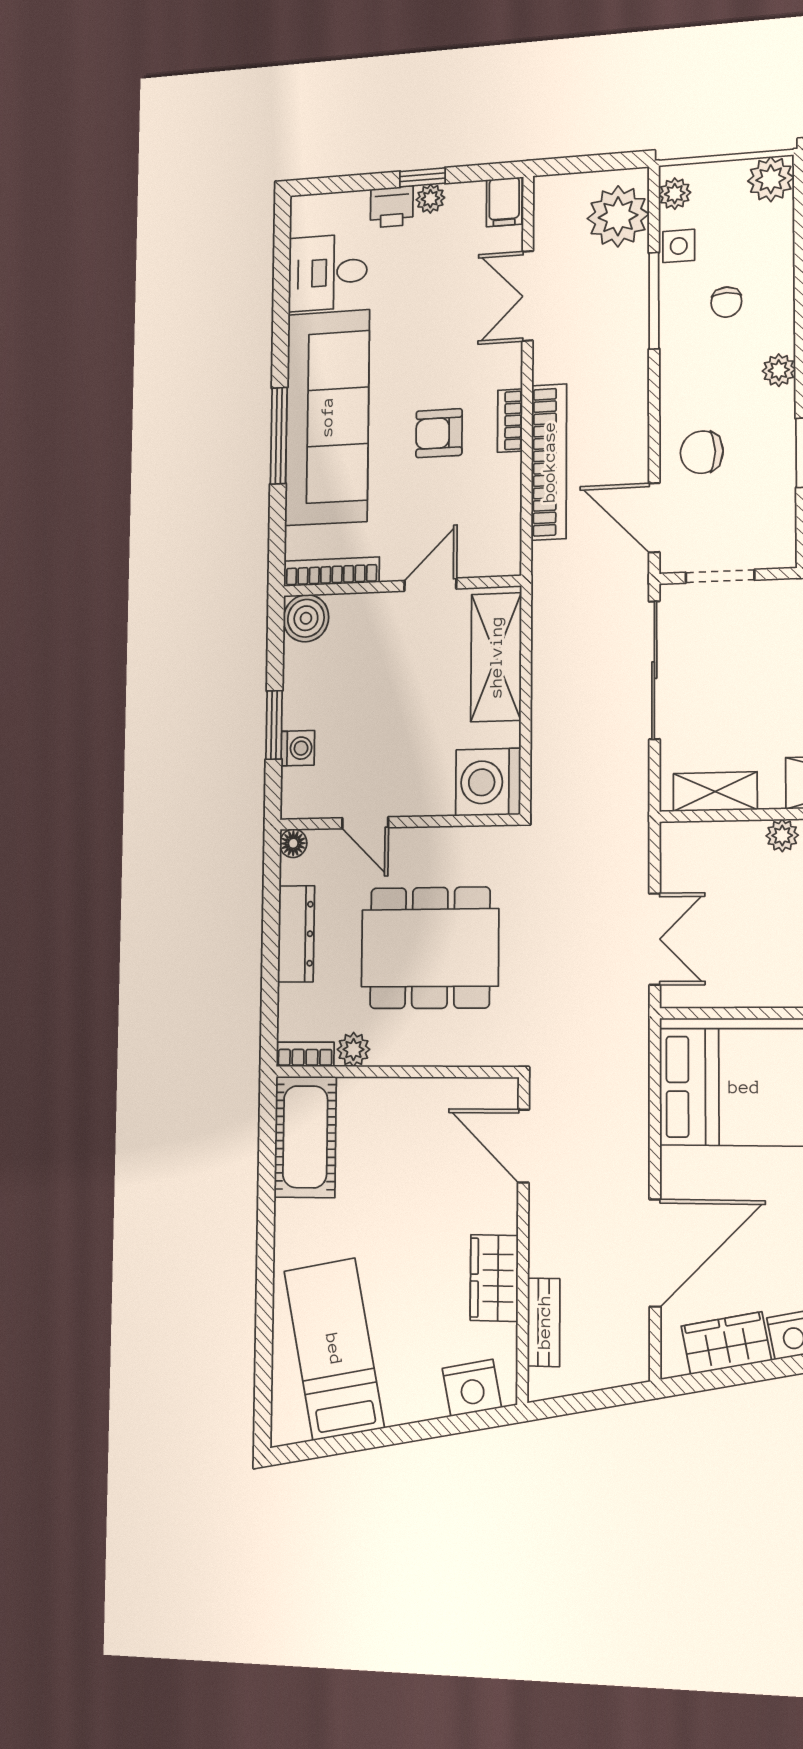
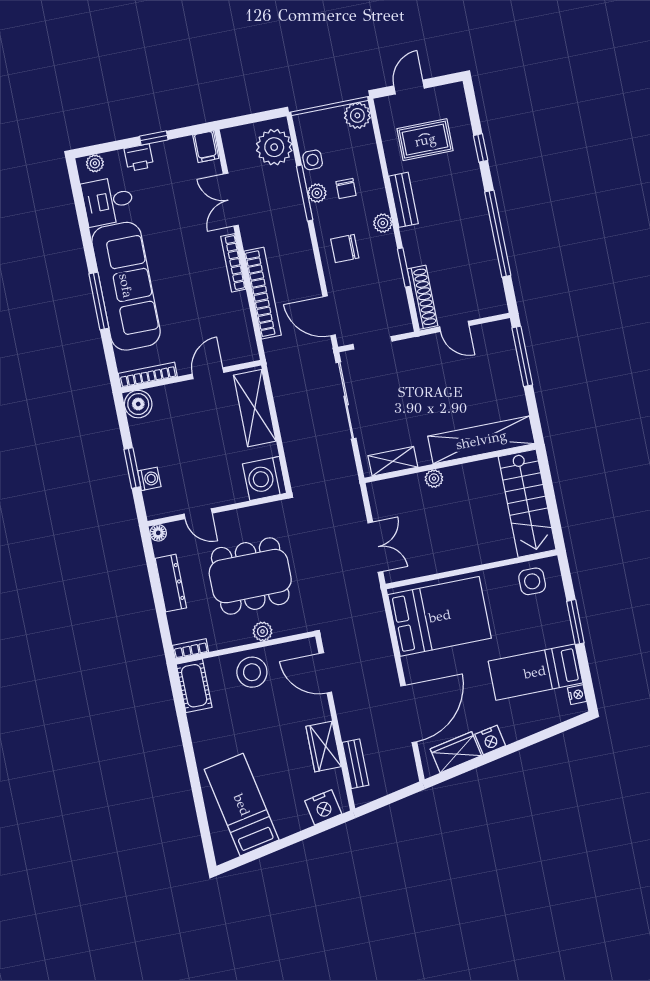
plant: (675, 194) -> (317, 193), moved
plant: (430, 199) -> (95, 163), moved
bookcase: (510, 421) -> (233, 263), width x1.56
armchair: (439, 433) -> (195, 286), removed
chair: (702, 452) -> (345, 249), moved
plant: (353, 1049) -> (263, 631), moved
stool: (399, 1118) -> (252, 672), added
cot: (305, 1137) -> (194, 686), width x0.73, depth x0.75

